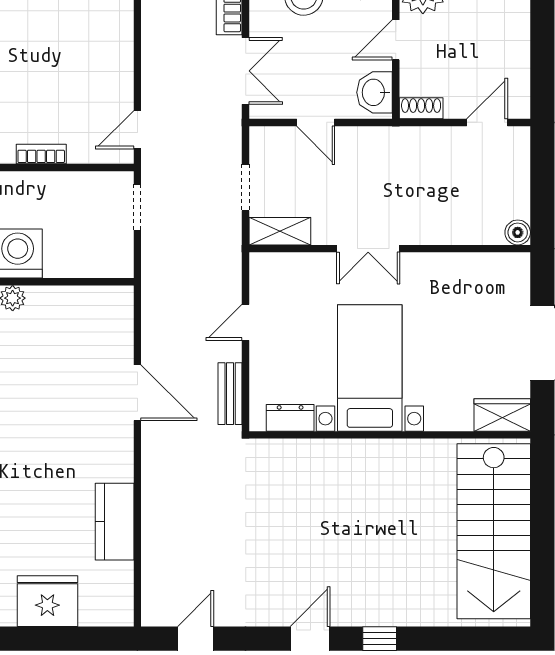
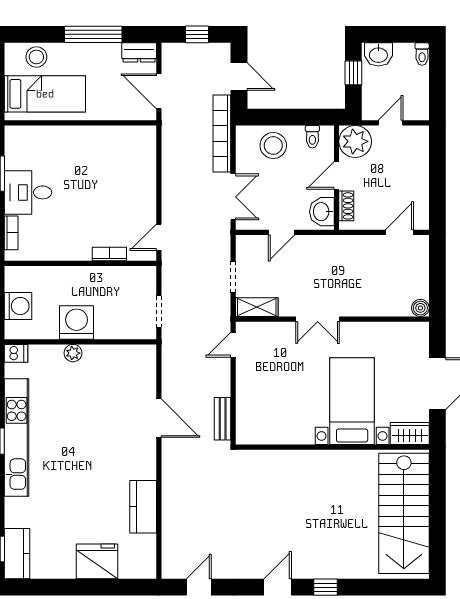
shoe rack: (421, 108) -> (346, 206), moved, turned 90
door: (316, 122) -> (281, 232), hinge flipped
bookcase: (41, 154) -> (109, 254), moved
doorway: (137, 207) -> (159, 311), moved
door: (246, 322) -> (233, 345), moved
bed with nightstands: (370, 368) -> (352, 401), moved
dresser: (290, 418) -> (264, 435), removed

